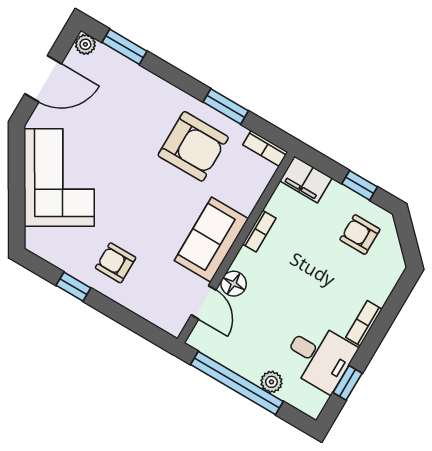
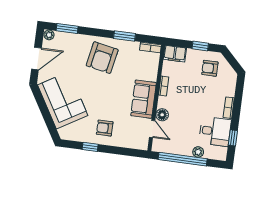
armchair: (193, 146) -> (102, 58), moved, turned 101

